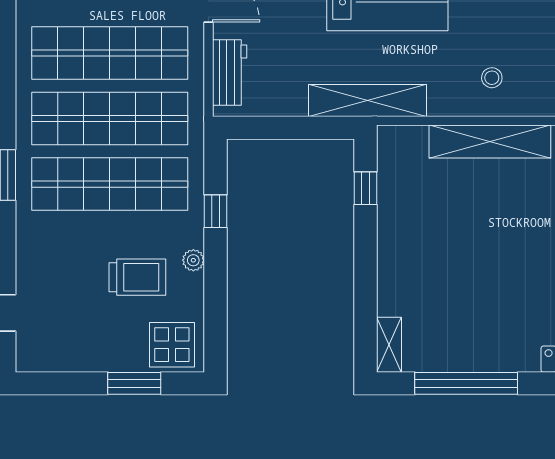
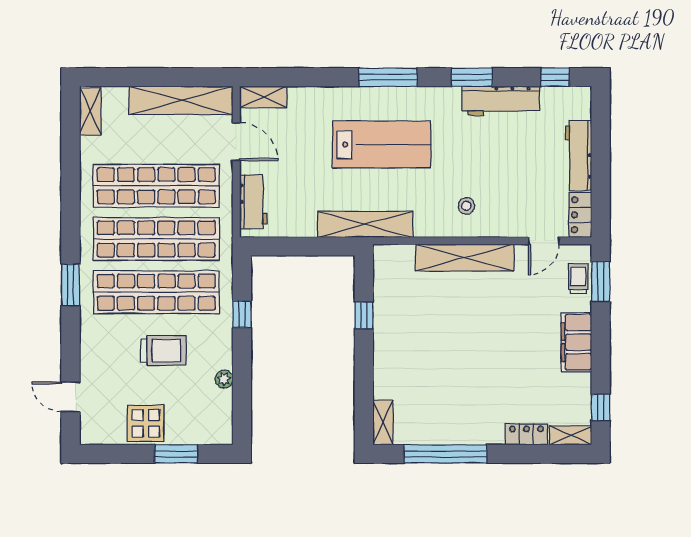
window: (365, 188) -> (364, 315), moved
plant: (193, 260) -> (224, 379), moved
trolley: (137, 277) -> (163, 351), moved
display table: (172, 345) -> (146, 423), moved

